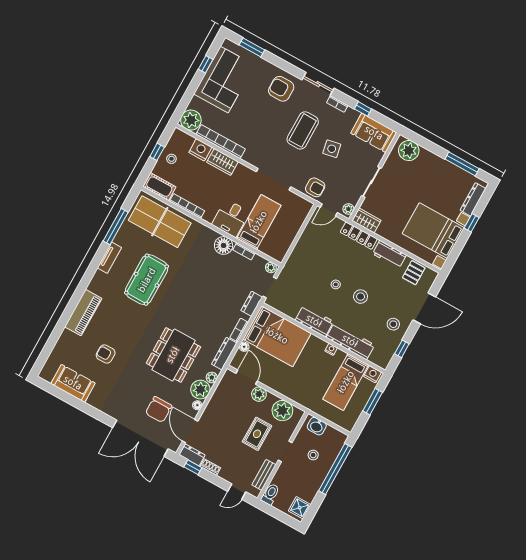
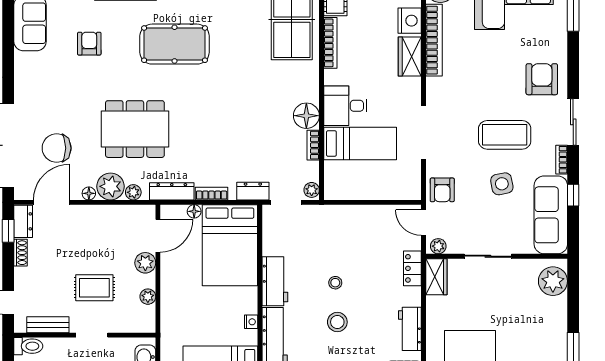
sofa: (374, 133) -> (551, 215), width x1.36
locker: (359, 235) -> (412, 268), width x0.66
pool table: (147, 280) -> (175, 44), moved
plant: (282, 411) -> (148, 297), width x0.53, depth x0.53

